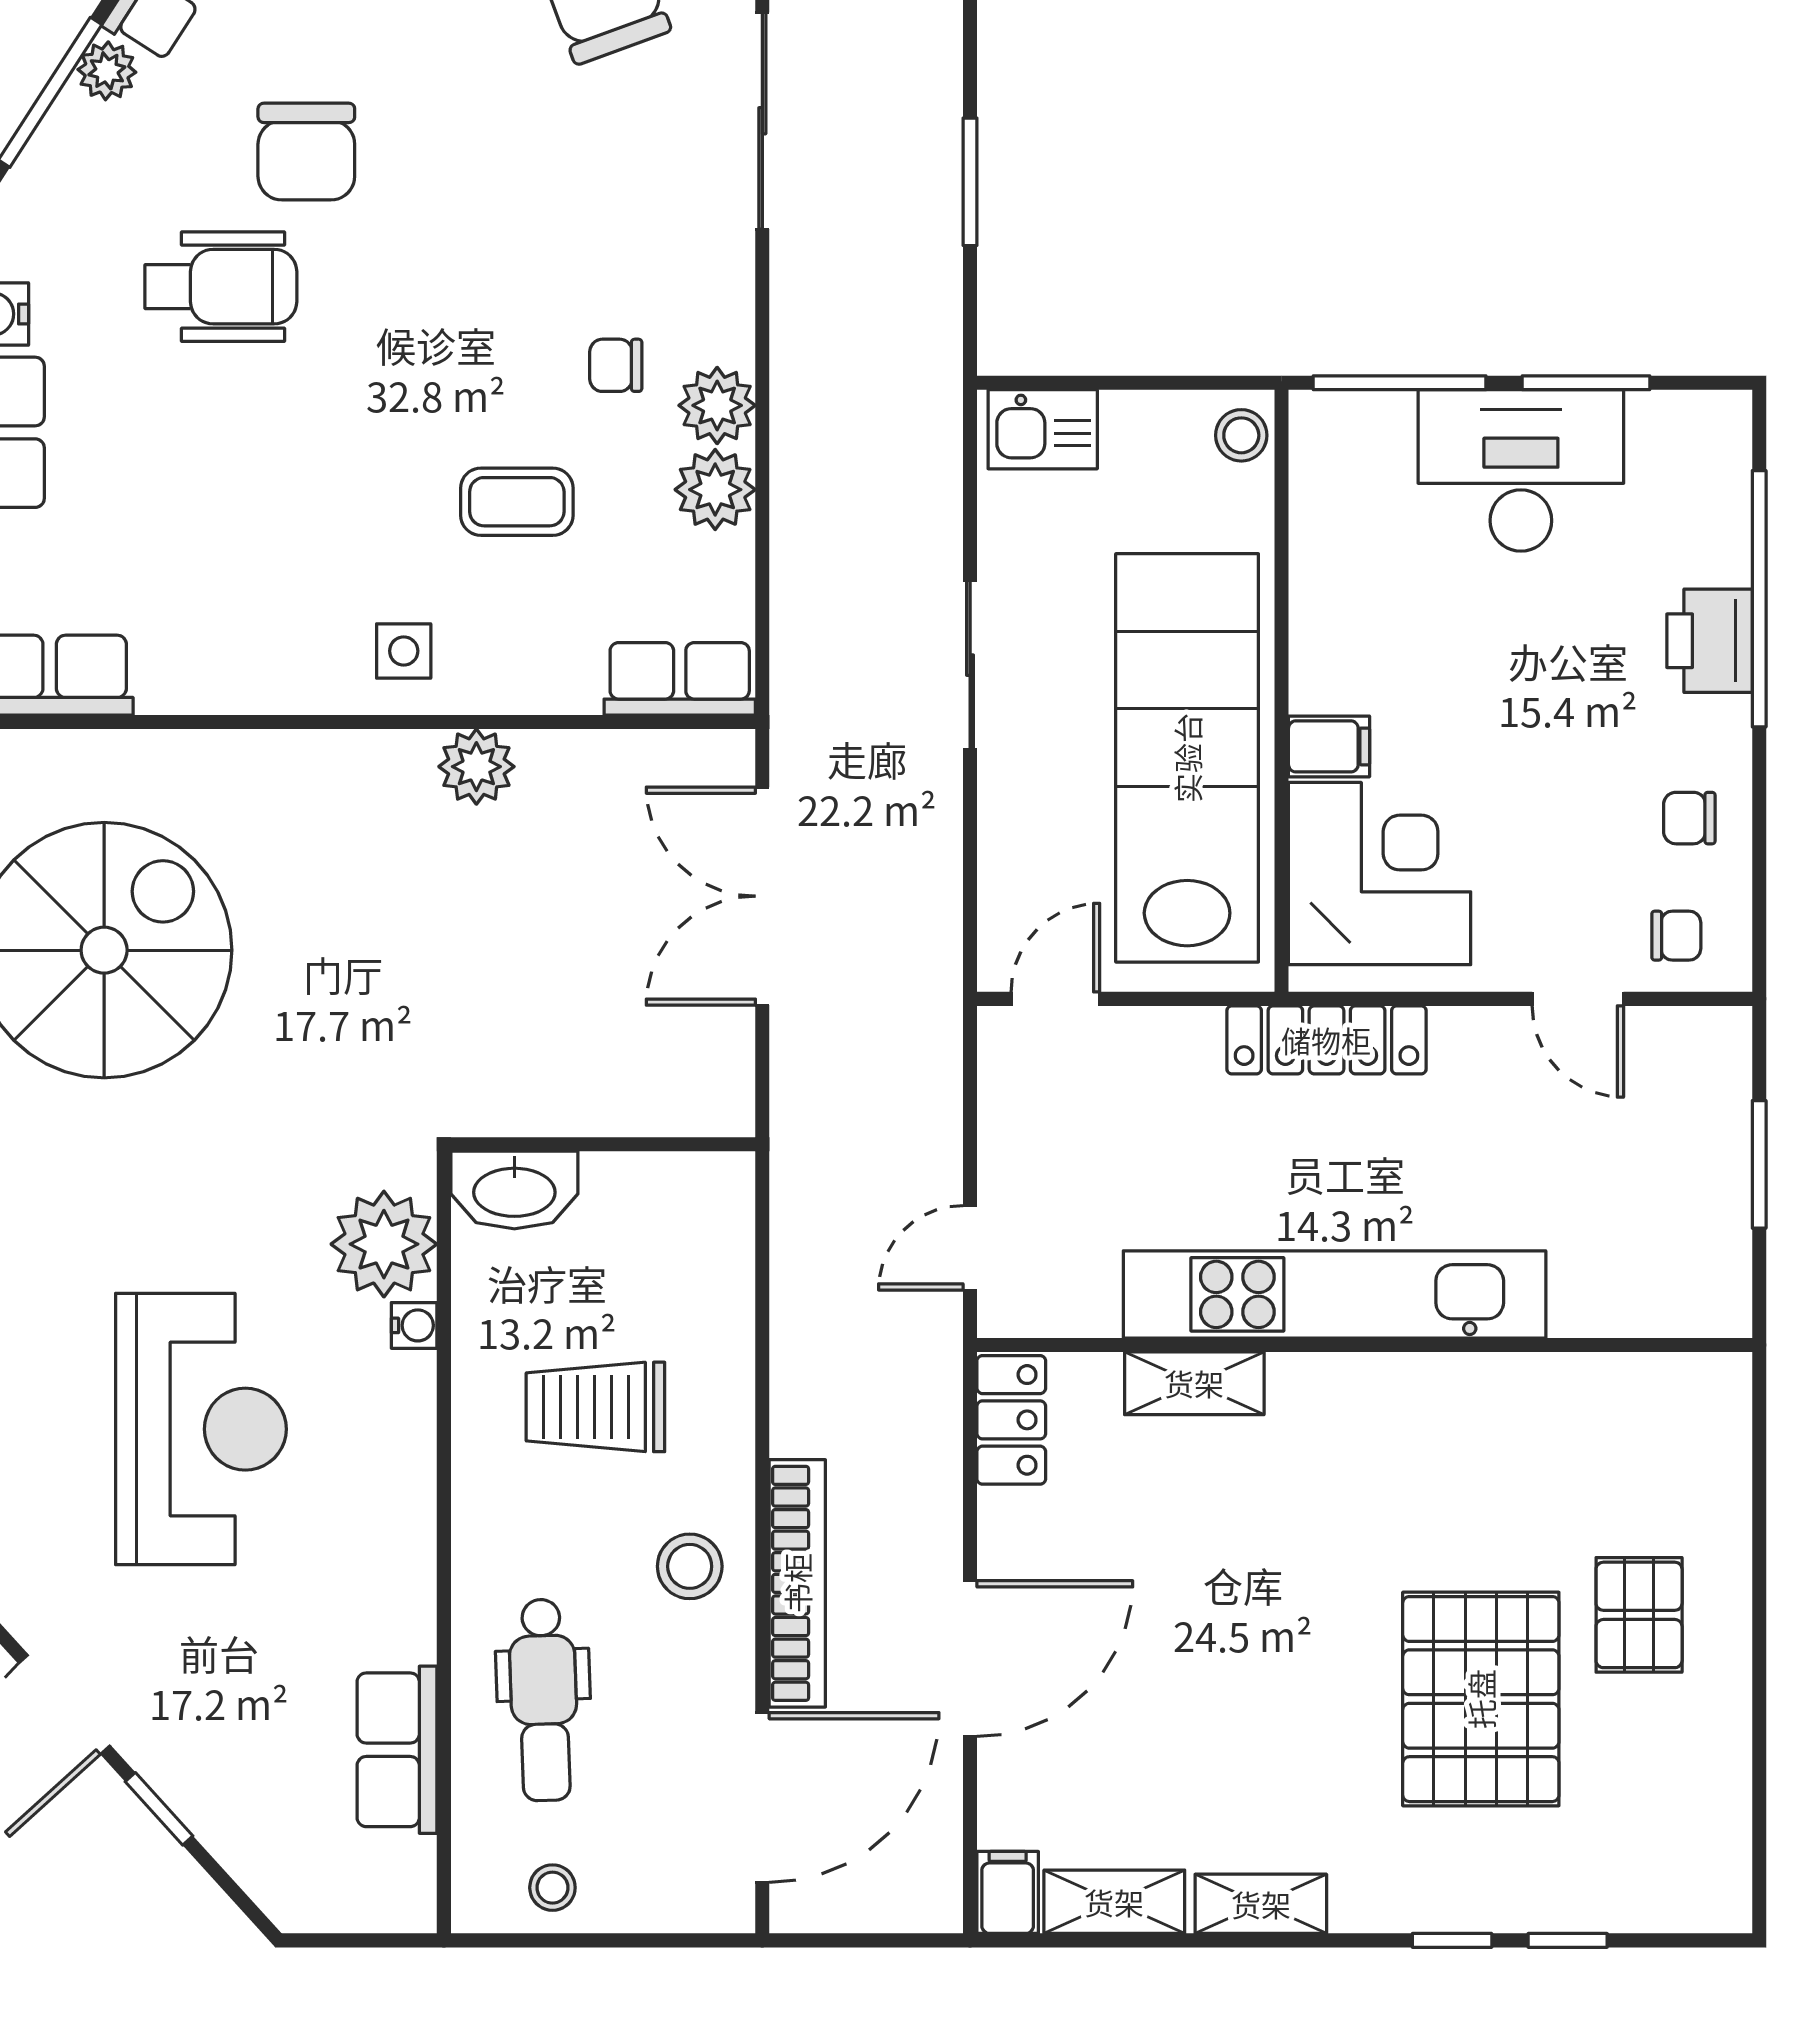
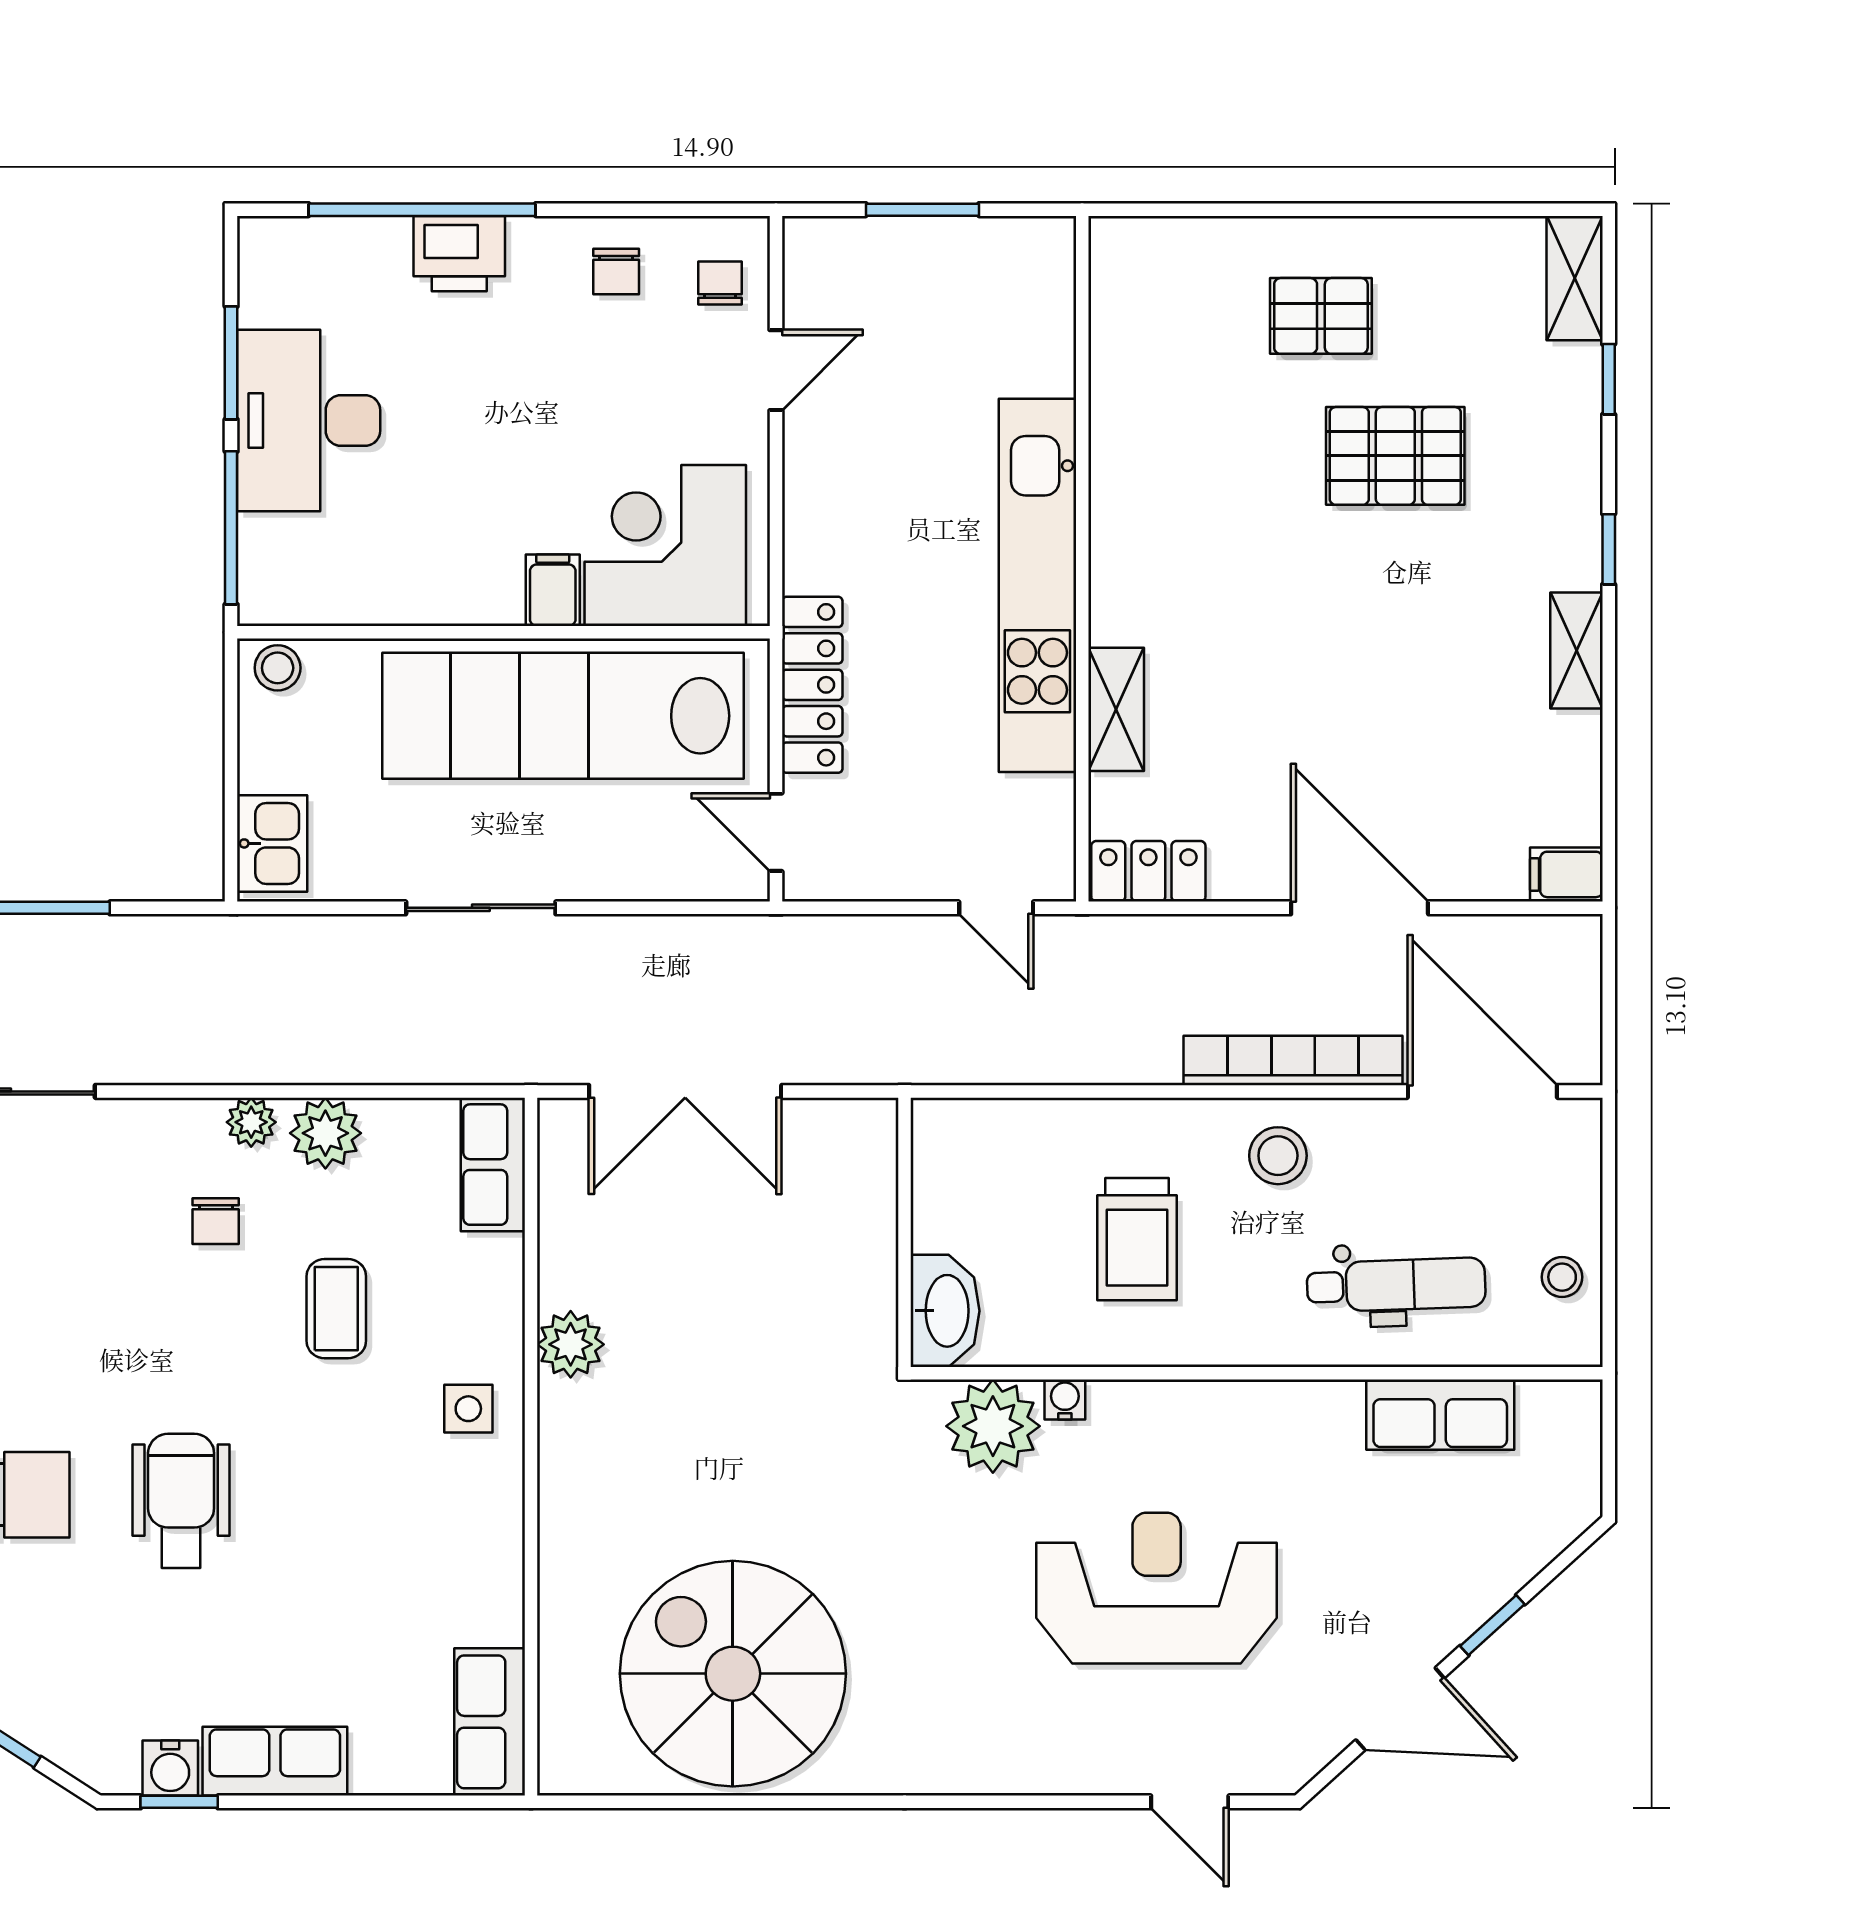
wheelchair: (221, 287) -> (181, 1501), moved
plant: (717, 405) -> (251, 1122), width x0.73, depth x0.73
locker: (1326, 1040) -> (812, 685), moved
pallet: (1481, 1699) -> (1395, 456), width x0.73, depth x0.71
shelving: (1114, 1902) -> (1575, 278), moved
window: (1452, 1940) -> (1609, 549), moved

